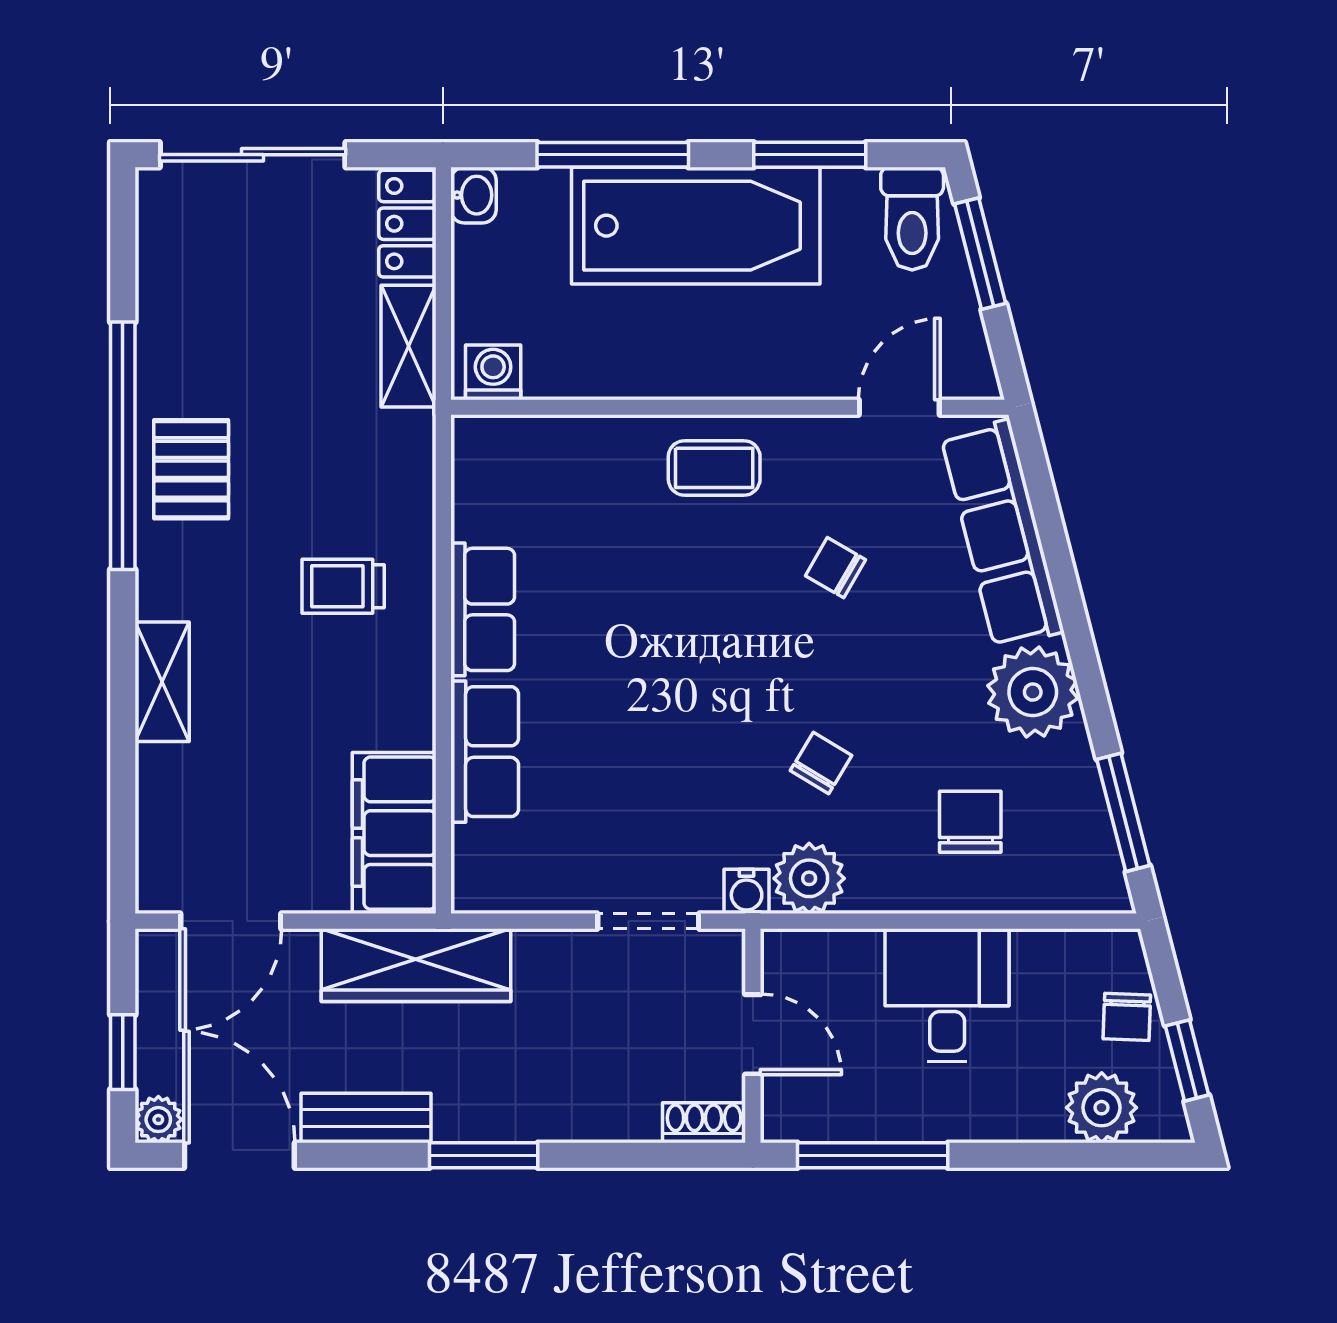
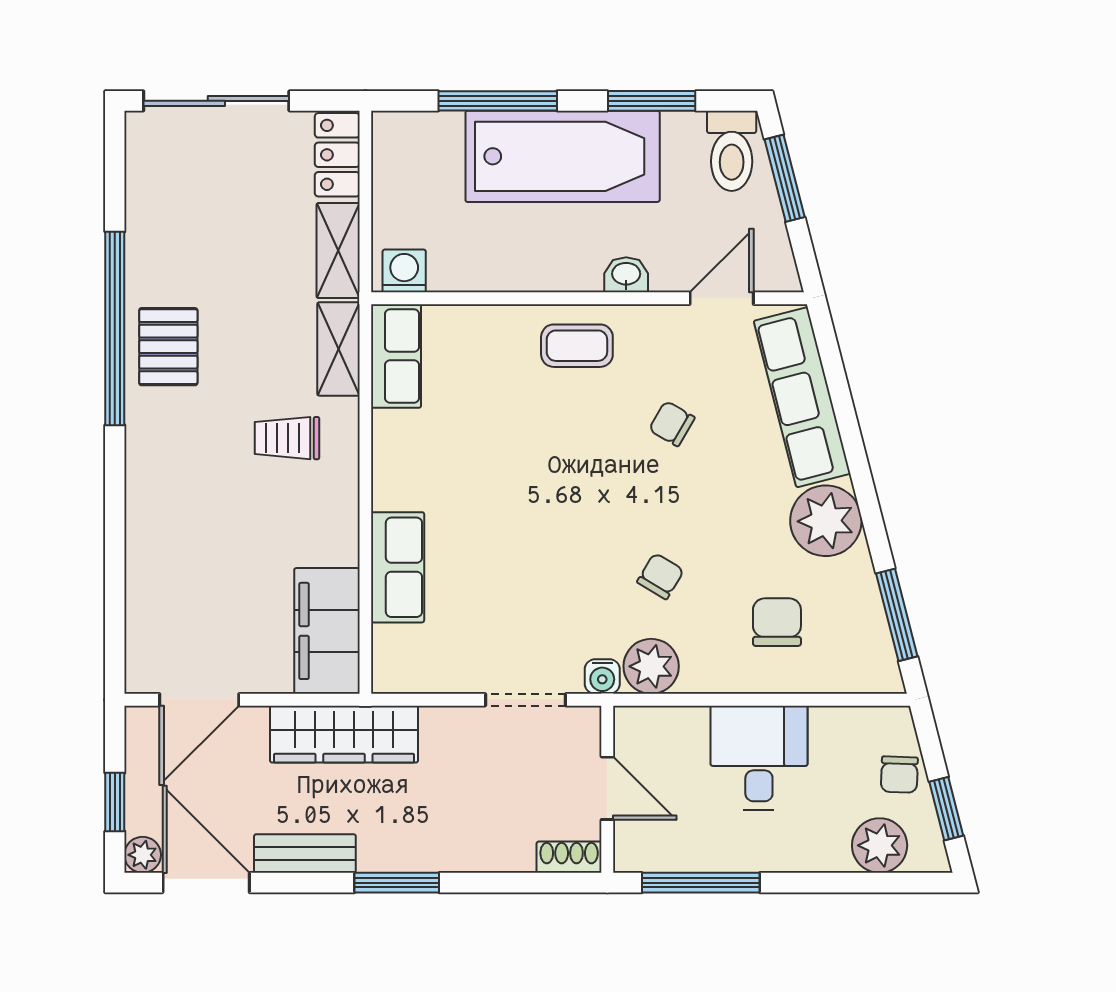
washbasin: (473, 195) -> (626, 275), moved, turned -90
row of seats: (483, 609) -> (396, 356), moved
shelving: (162, 682) -> (338, 349), moved

